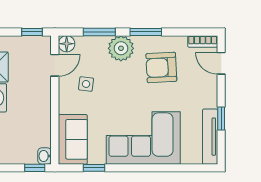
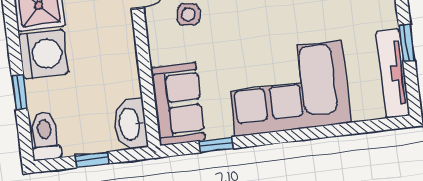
washbasin: (45, 156) -> (130, 124), width x1.91, depth x1.45
window: (35, 168) -> (92, 160), moved

